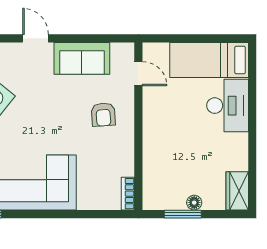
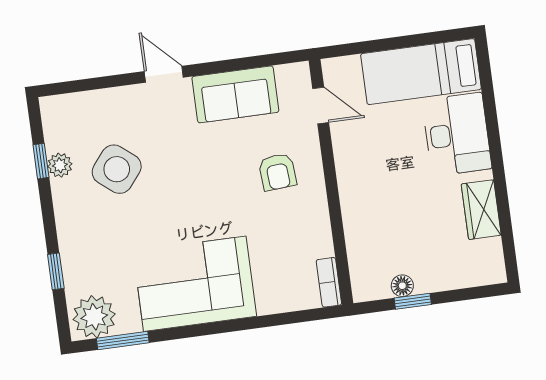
wardrobe: (237, 191) -> (481, 210), moved
floor lamp: (194, 203) -> (402, 286), moved
window: (183, 214) -> (413, 301), width x0.67

